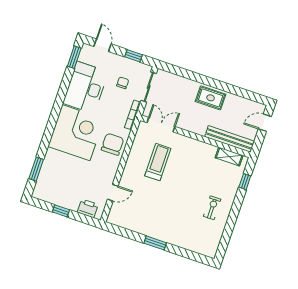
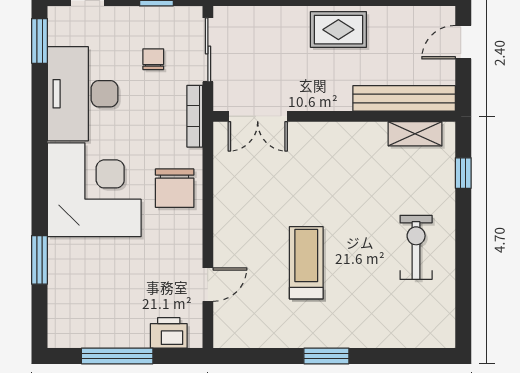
double door: (161, 125) -> (258, 116), swing flipped
chair: (113, 144) -> (175, 188), turned 180
treadmill: (158, 162) -> (306, 263), moved
window: (36, 169) -> (40, 260), moved
exercise bike: (212, 208) -> (416, 247), width x1.38, depth x1.39
window: (61, 211) -> (117, 356), width x2.17

